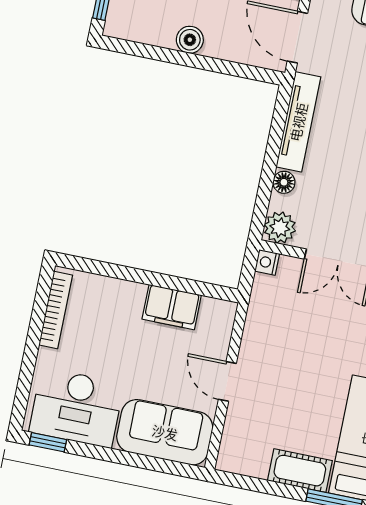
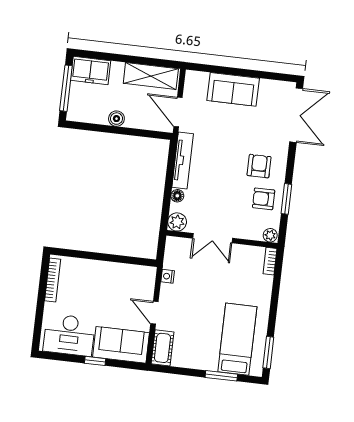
nightstand: (267, 262) -> (168, 276), moved
filing cabinet: (172, 307) -> (119, 273), removed
window: (48, 442) -> (95, 361), moved
cot: (300, 471) -> (162, 348), moved, turned 90

